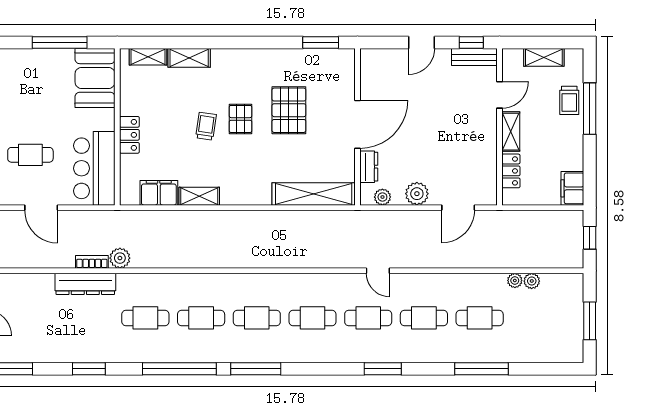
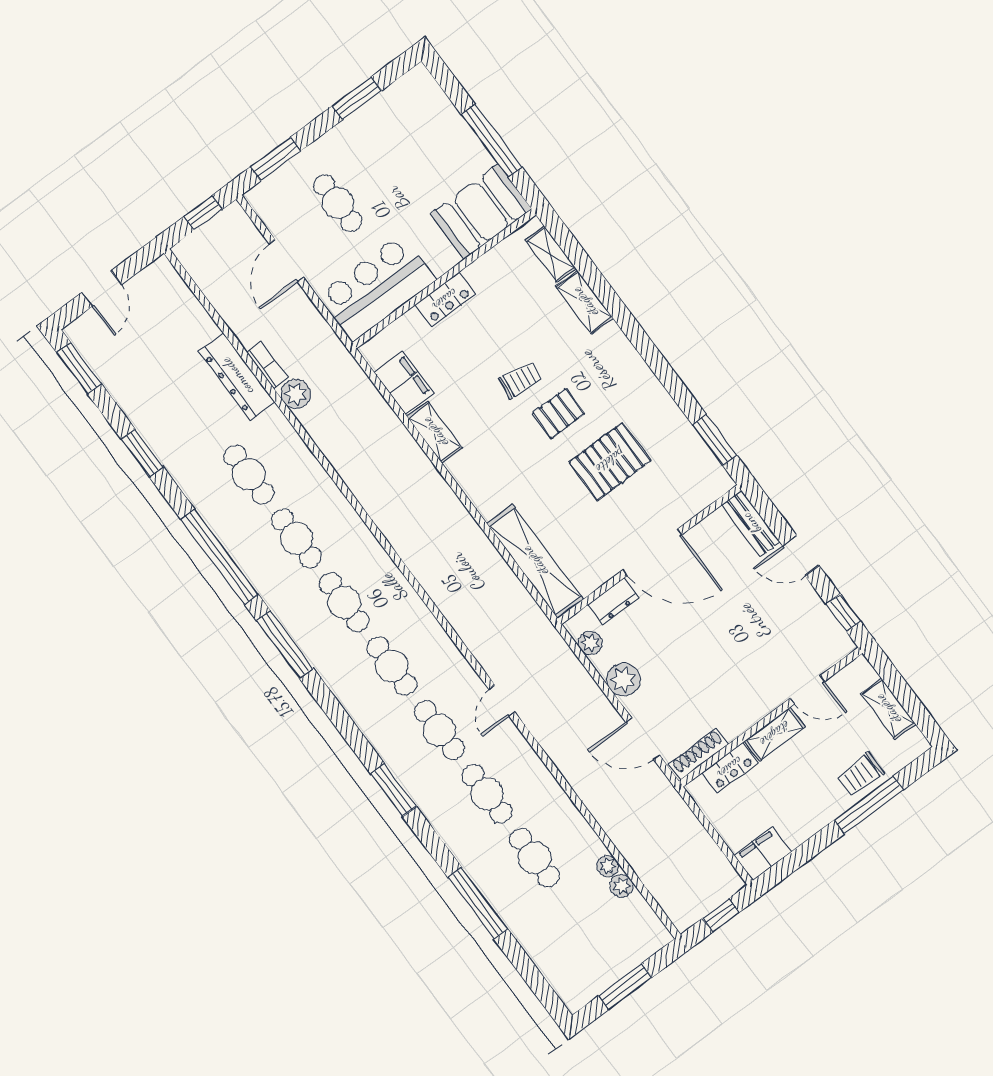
bench: (474, 57) -> (751, 523), moved
shoe rack: (490, 183) -> (699, 754), added

